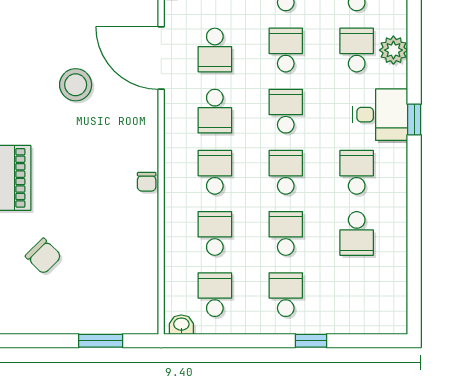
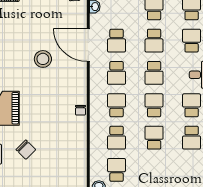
school desk: (286, 50) -> (154, 41), turned 180
school desk: (286, 111) -> (154, 73), turned 180
school desk: (215, 233) -> (117, 138), turned 180
school desk: (286, 295) -> (154, 170), removed

